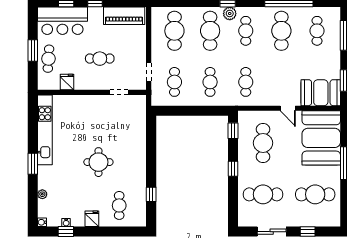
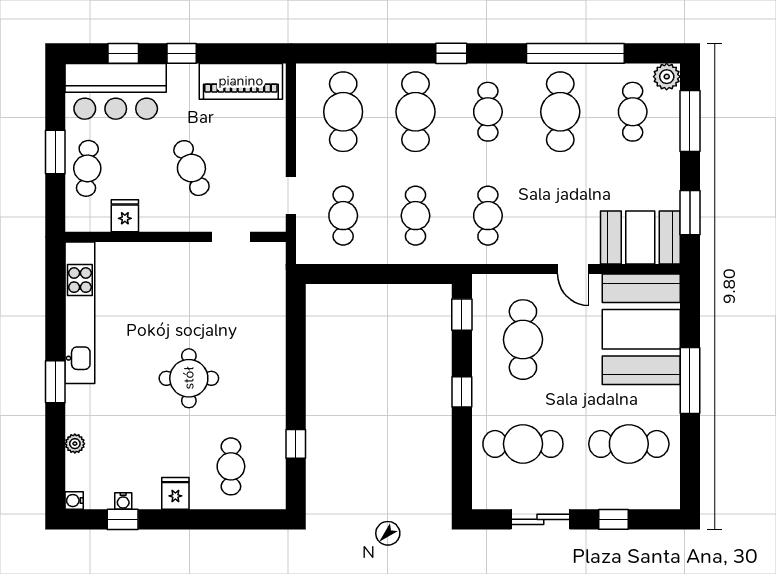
plant: (230, 13) -> (667, 77), moved
cafe table: (100, 59) -> (191, 168), turned 67

